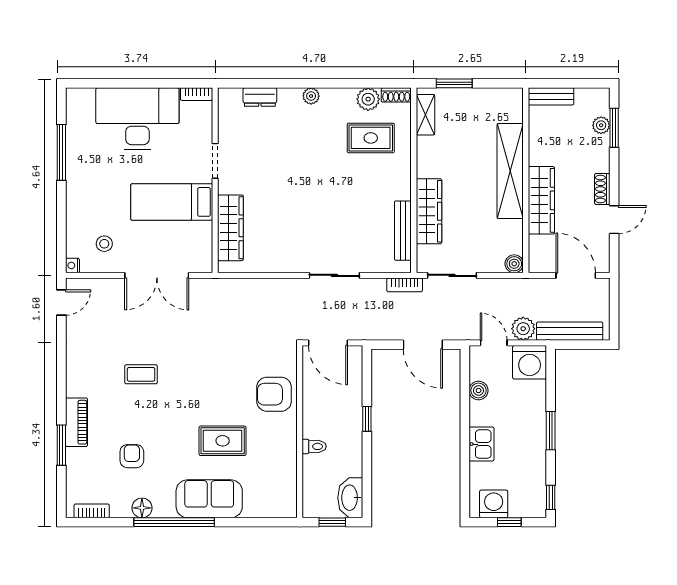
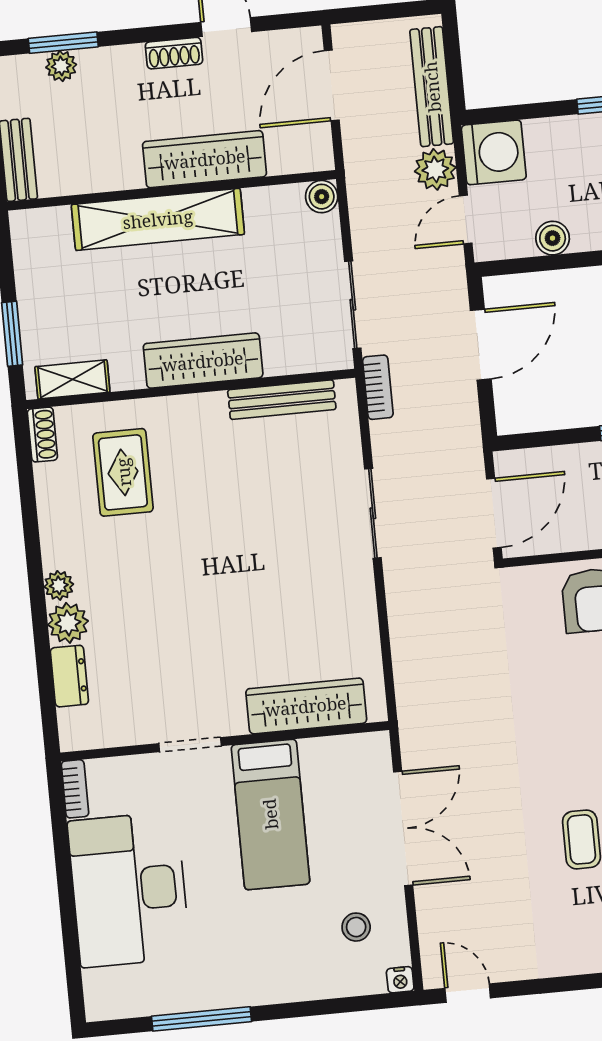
plant: (368, 99) -> (68, 623), moved
wardrobe: (429, 211) -> (203, 361), moved

